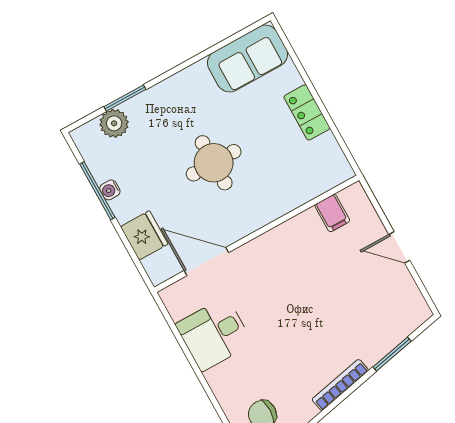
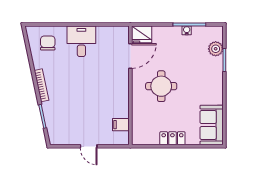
round table: (214, 163) -> (161, 86), moved
fridge: (144, 235) -> (142, 34), moved
door: (399, 247) -> (89, 146), swing flipped
desk: (214, 334) -> (81, 41), moved

